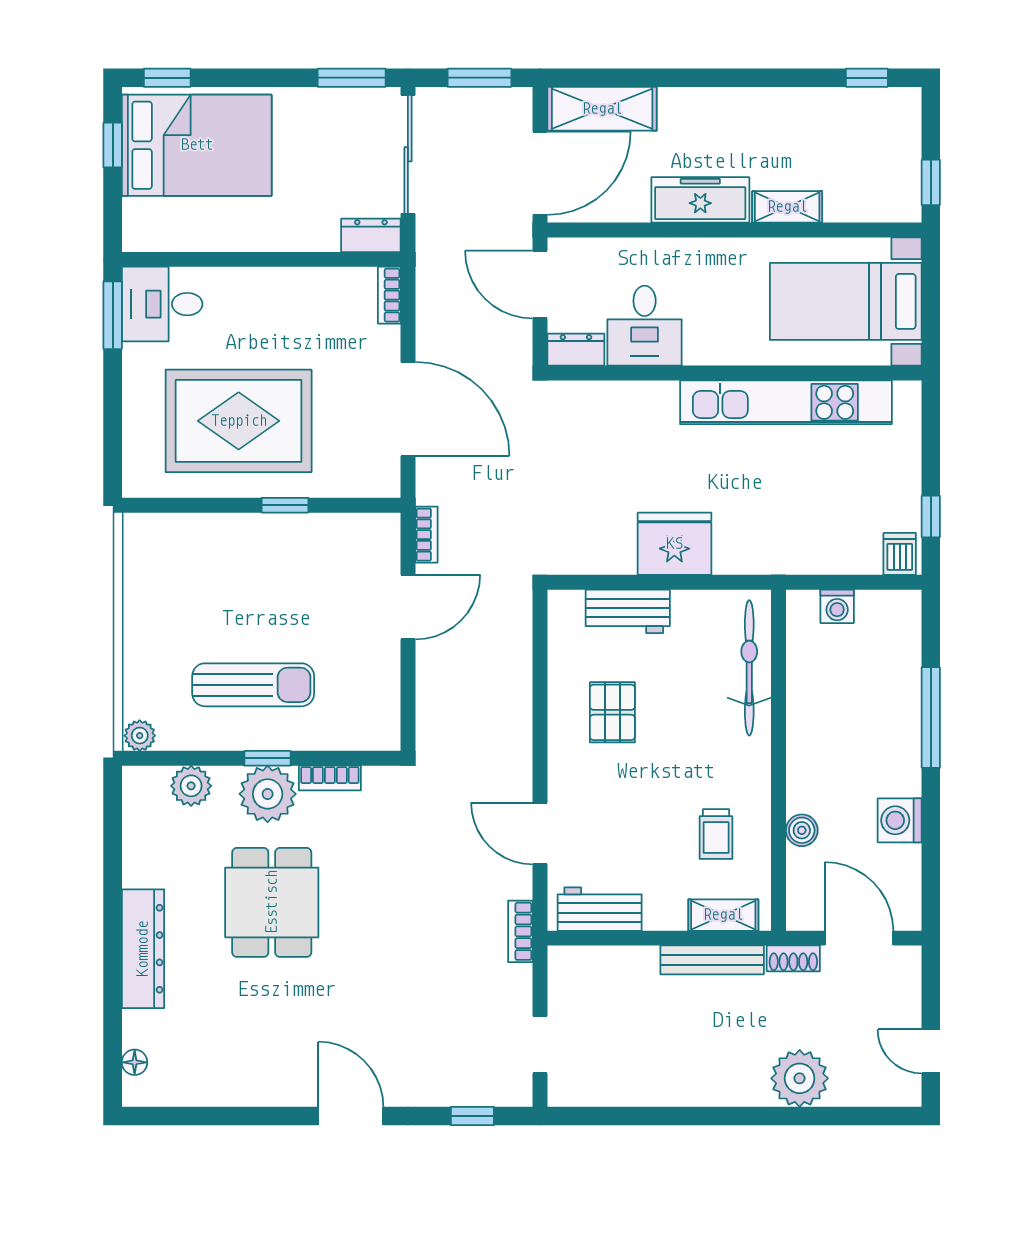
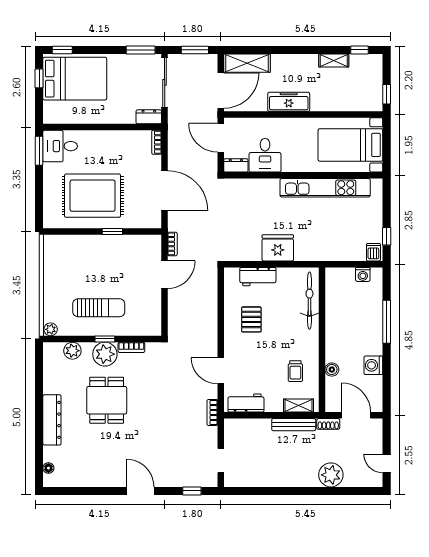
shelving: (787, 207) -> (334, 60), moved
washing machine: (837, 606) -> (363, 274), moved

